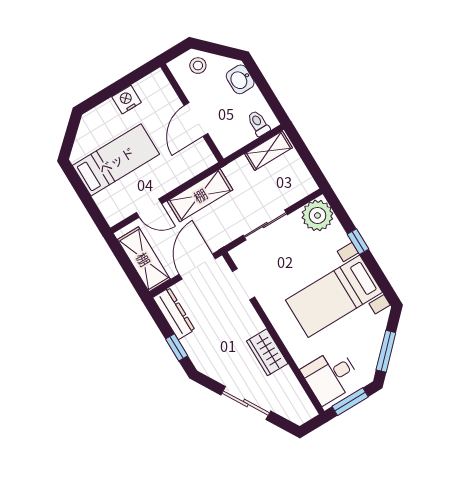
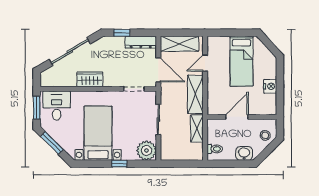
door: (196, 120) -> (237, 117), hinge flipped
shelving: (268, 151) -> (197, 128), moved
sliding door: (246, 403) -> (70, 51), width x1.37

